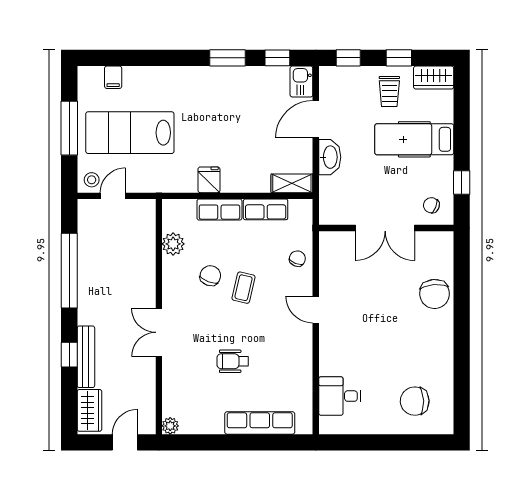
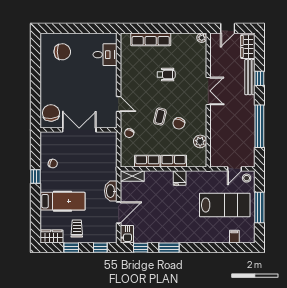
double door: (385, 228) -> (79, 130), moved
wall: (386, 228) -> (79, 130), moved

